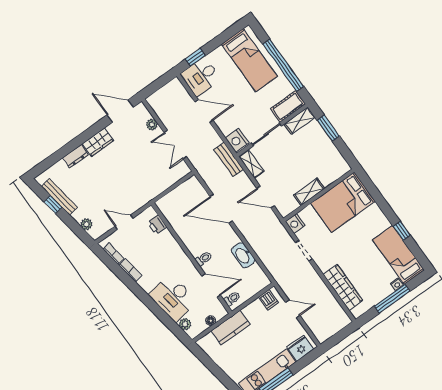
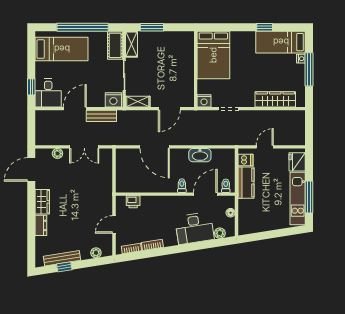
bench: (229, 159) -> (101, 116), moved
shelving: (309, 192) -> (188, 74), removed
door: (221, 209) -> (155, 147), hinge flipped
kitchen counter: (230, 328) -> (246, 183), moved

